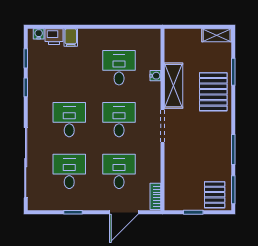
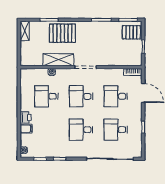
printer: (54, 37) -> (26, 117), moved

